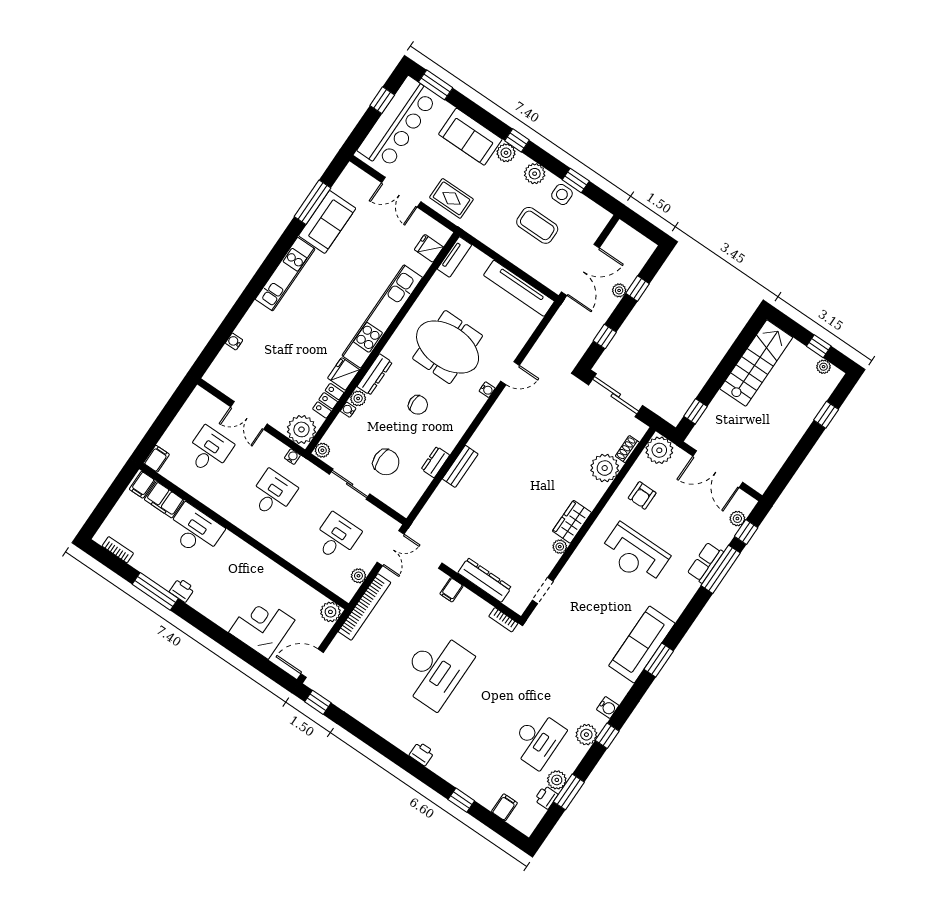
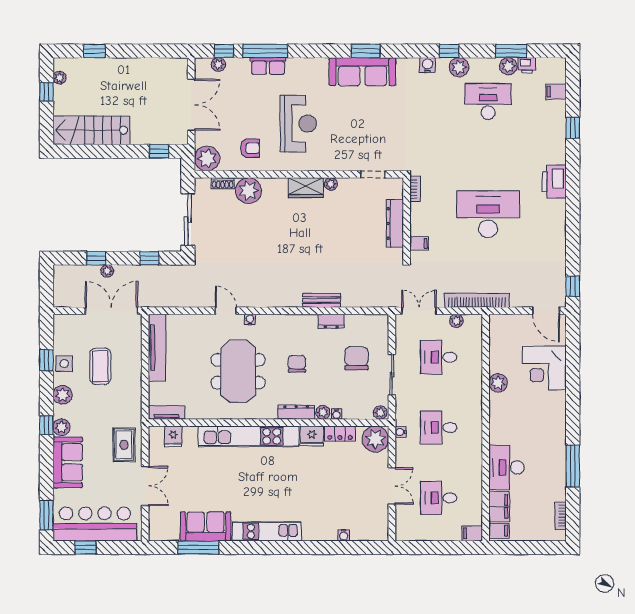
printer: (182, 590) -> (558, 446), removed
plant: (330, 612) -> (498, 383), moved
printer: (422, 754) -> (554, 182), width x1.87, depth x1.48

